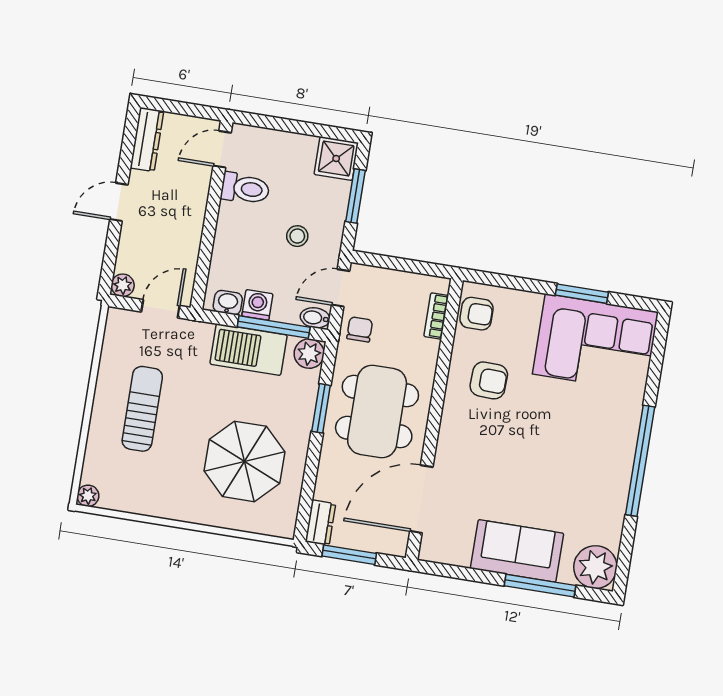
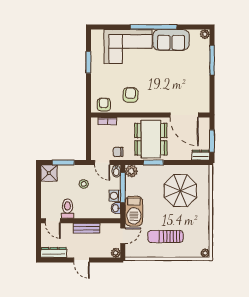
bench: (192, 226) -> (87, 228), added
door: (160, 309) -> (123, 236), swing flipped
corner sofa: (595, 343) -> (128, 47), moved, turned 90
barbecue: (248, 350) -> (134, 211), moved
dining table: (377, 412) -> (151, 139), turned 90
sofa: (517, 551) -> (171, 40), moved, turned -90
plant: (595, 567) -> (205, 34), width x0.53, depth x0.53

